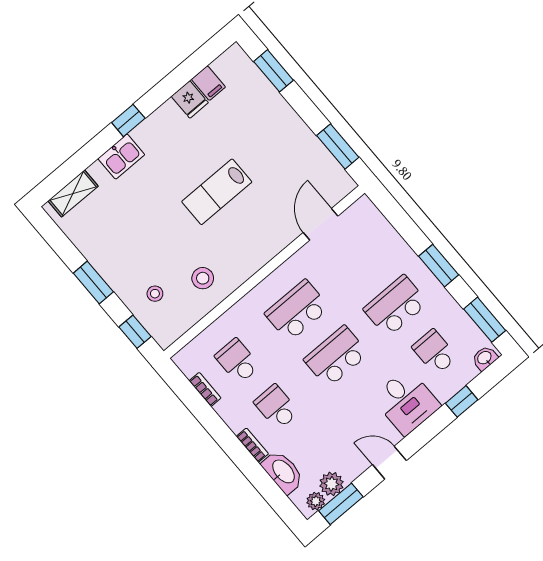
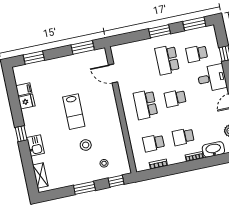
stool: (203, 278) -> (86, 145), moved
school desk: (336, 357) -> (175, 98), width x0.54
washbasin: (485, 358) -> (211, 33), removed

